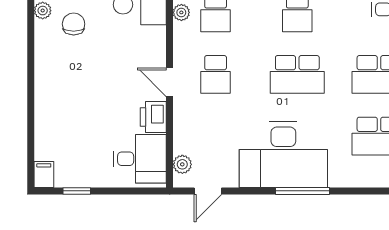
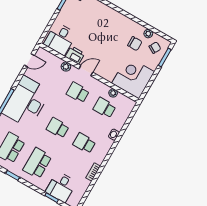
school desk: (297, 74) -> (58, 128), width x0.54
plant: (182, 164) -> (66, 67), moved
door: (208, 191) -> (29, 60), swing flipped

